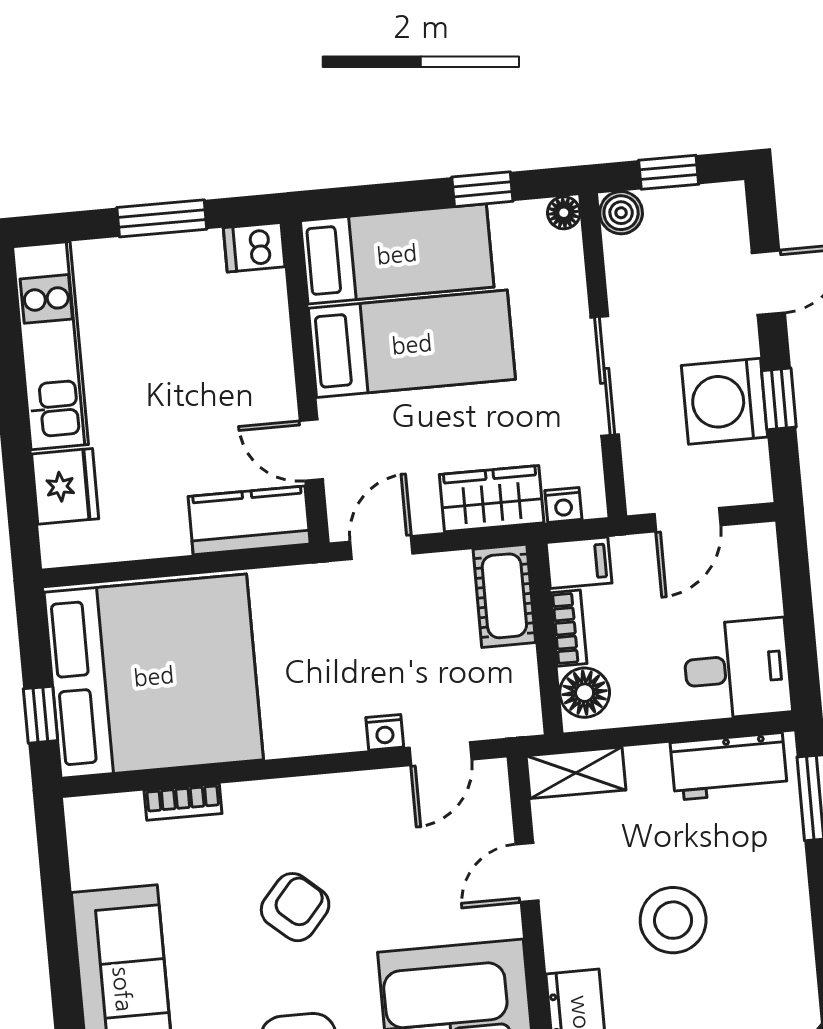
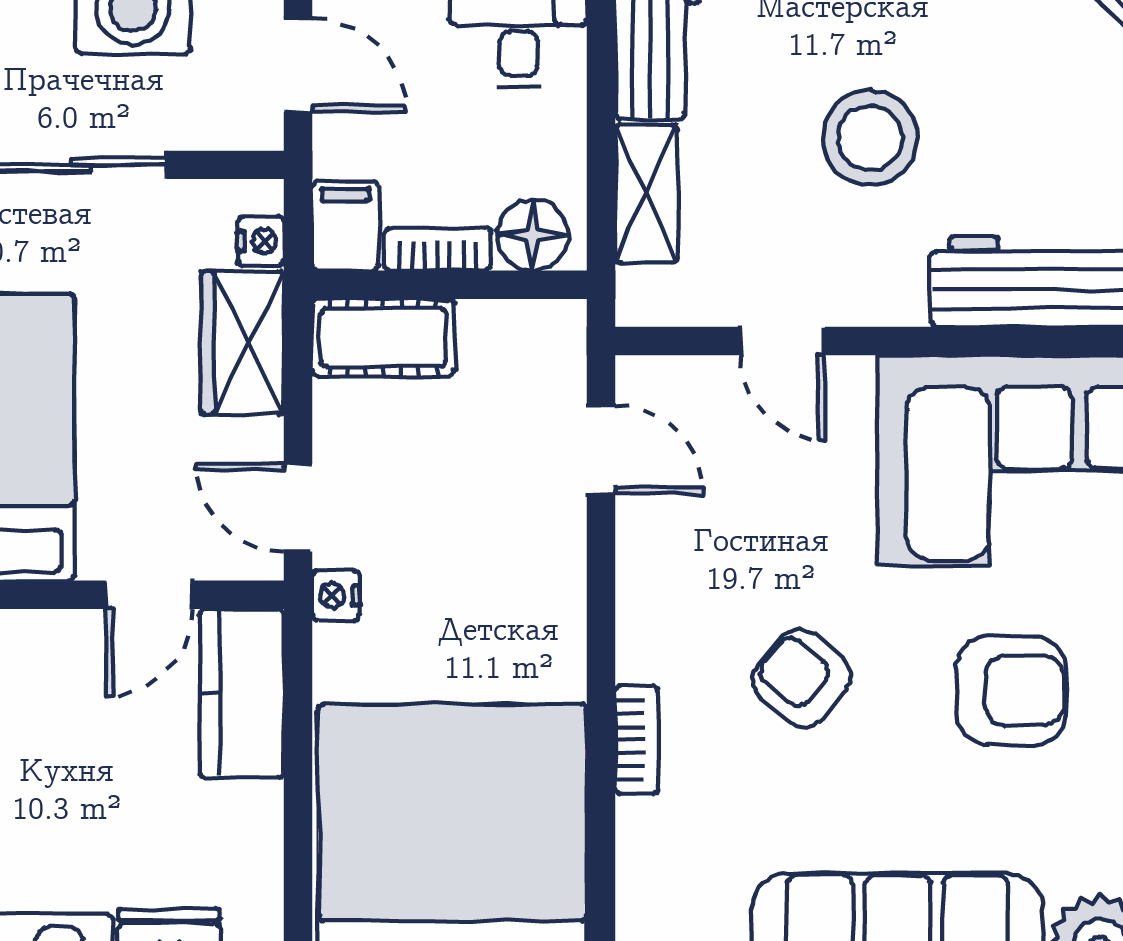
nightstand: (385, 732) -> (336, 596), moved, turned 180
shelving: (576, 773) -> (646, 194), moved
bookcase: (183, 802) -> (637, 740), moved

